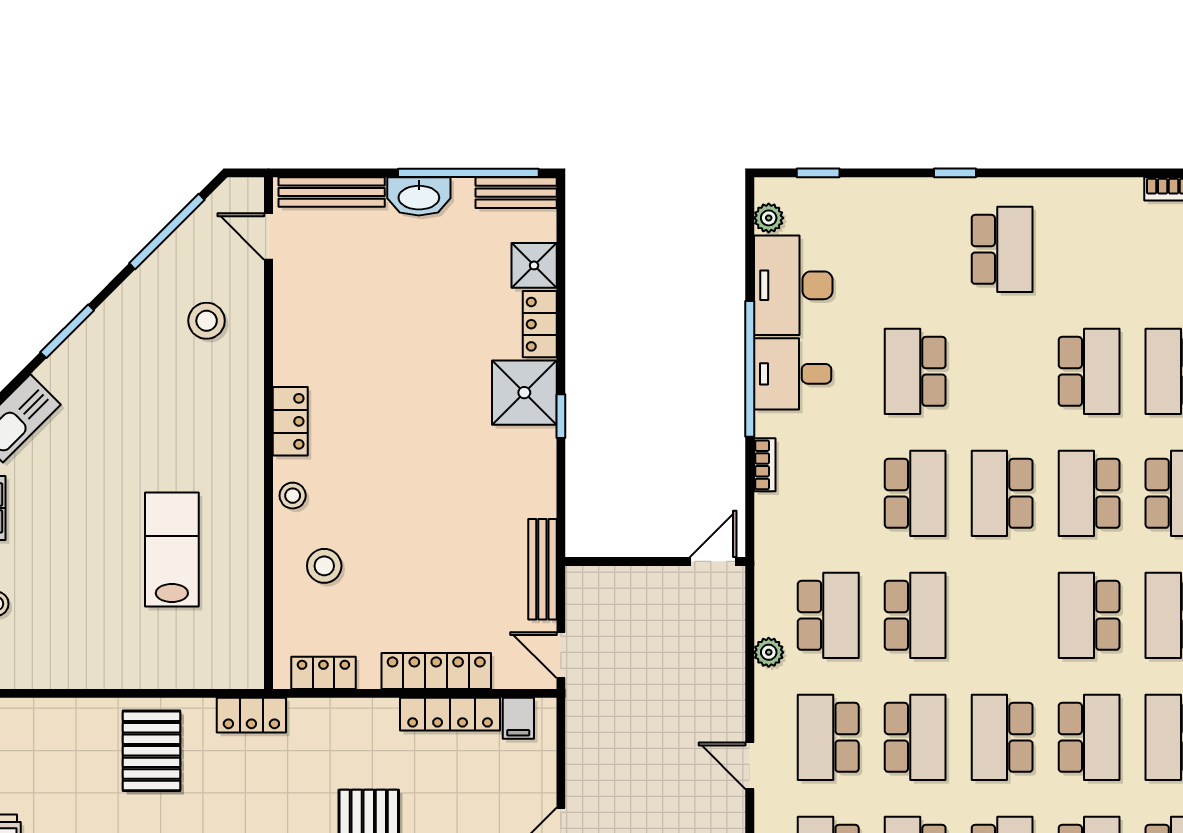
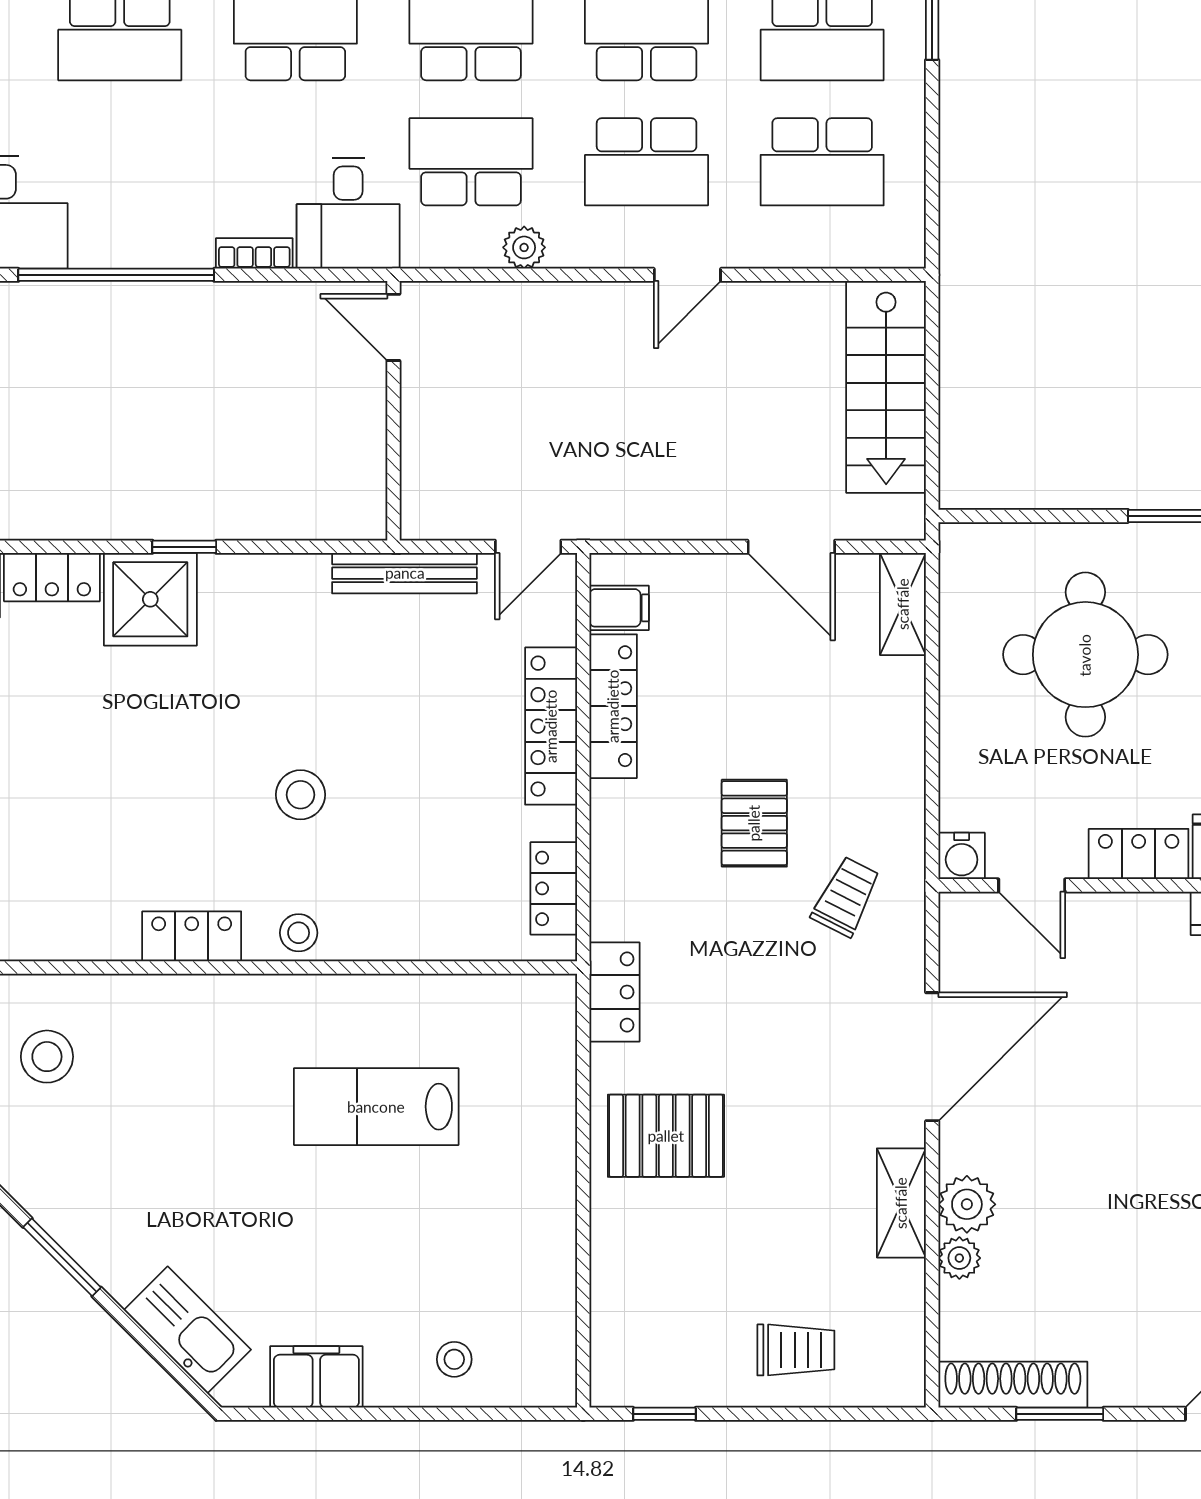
desk: (793, 374) -> (348, 213), moved
stool: (324, 566) -> (300, 795), moved

